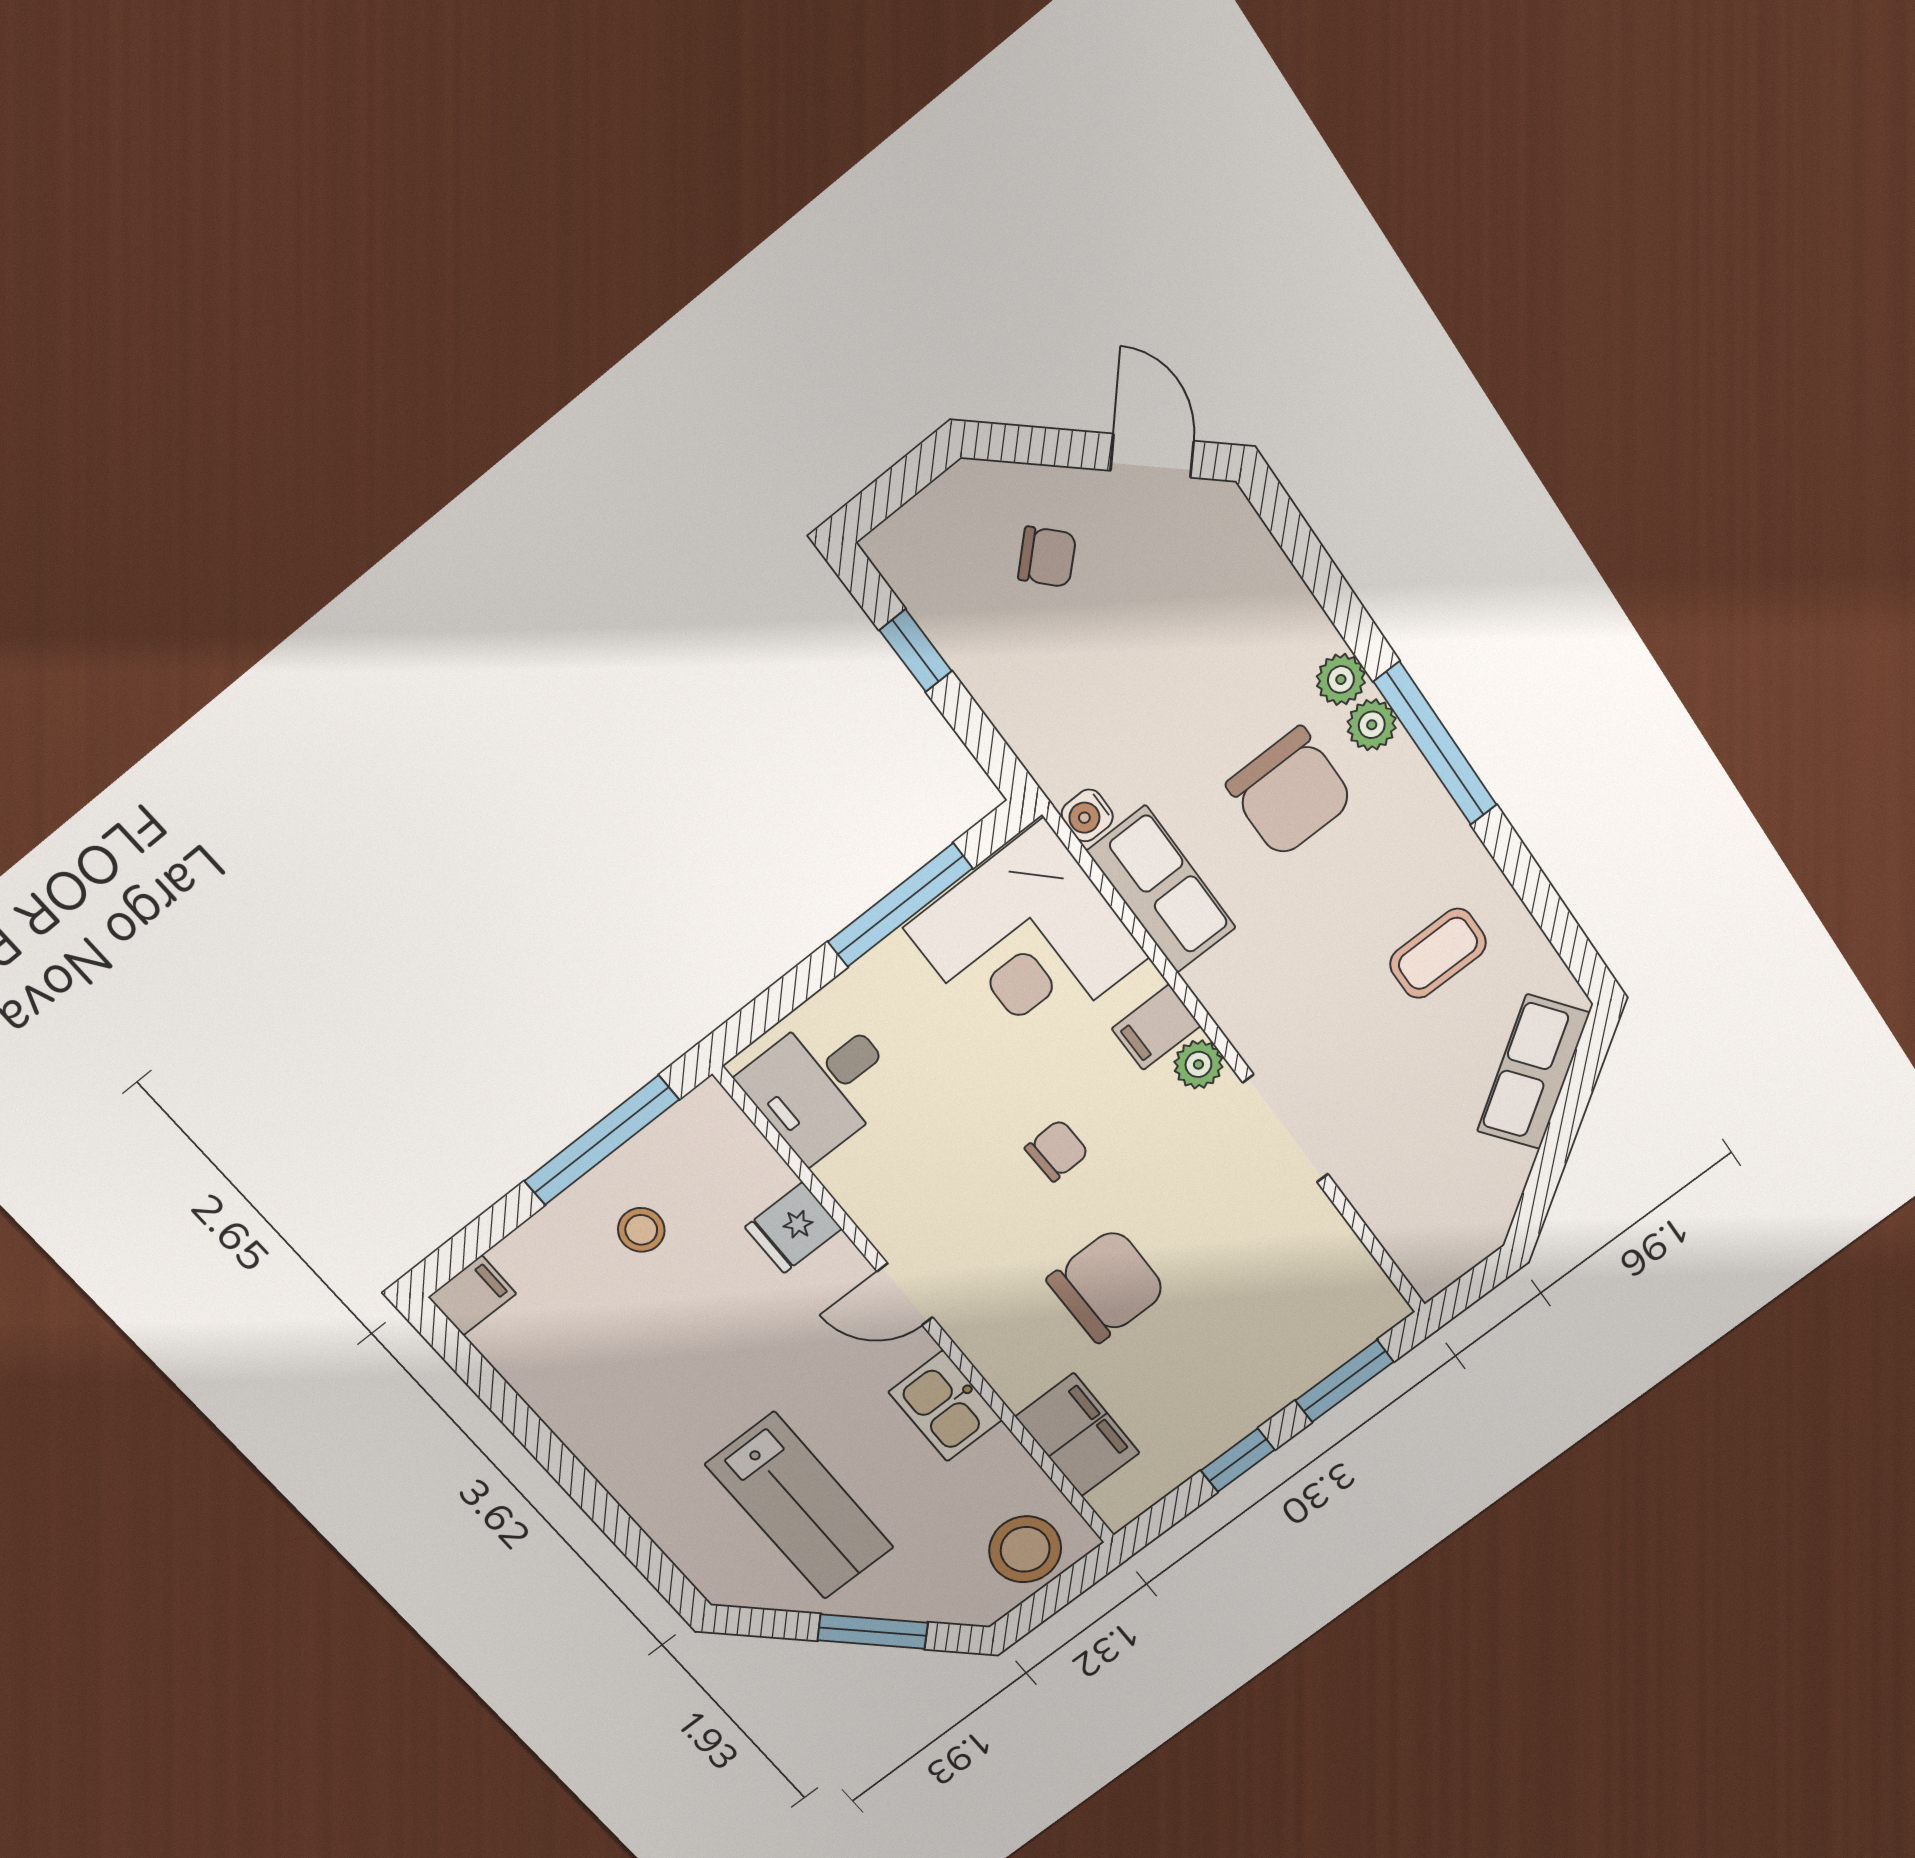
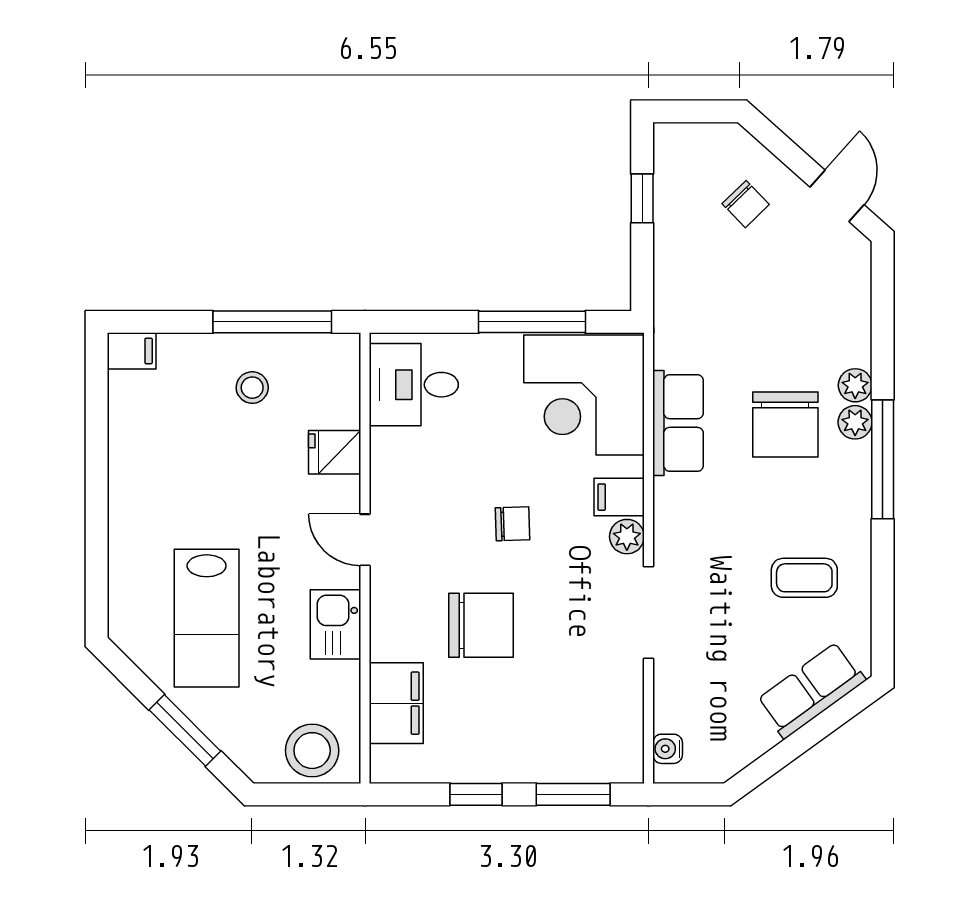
water cooler: (1087, 815) -> (668, 749), moved

